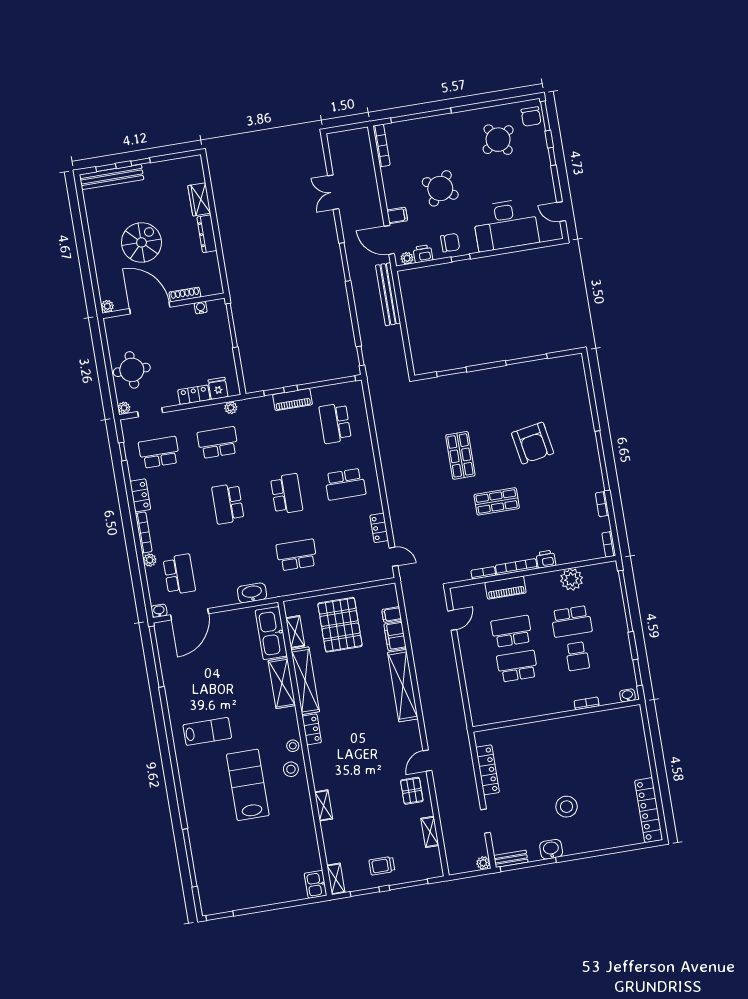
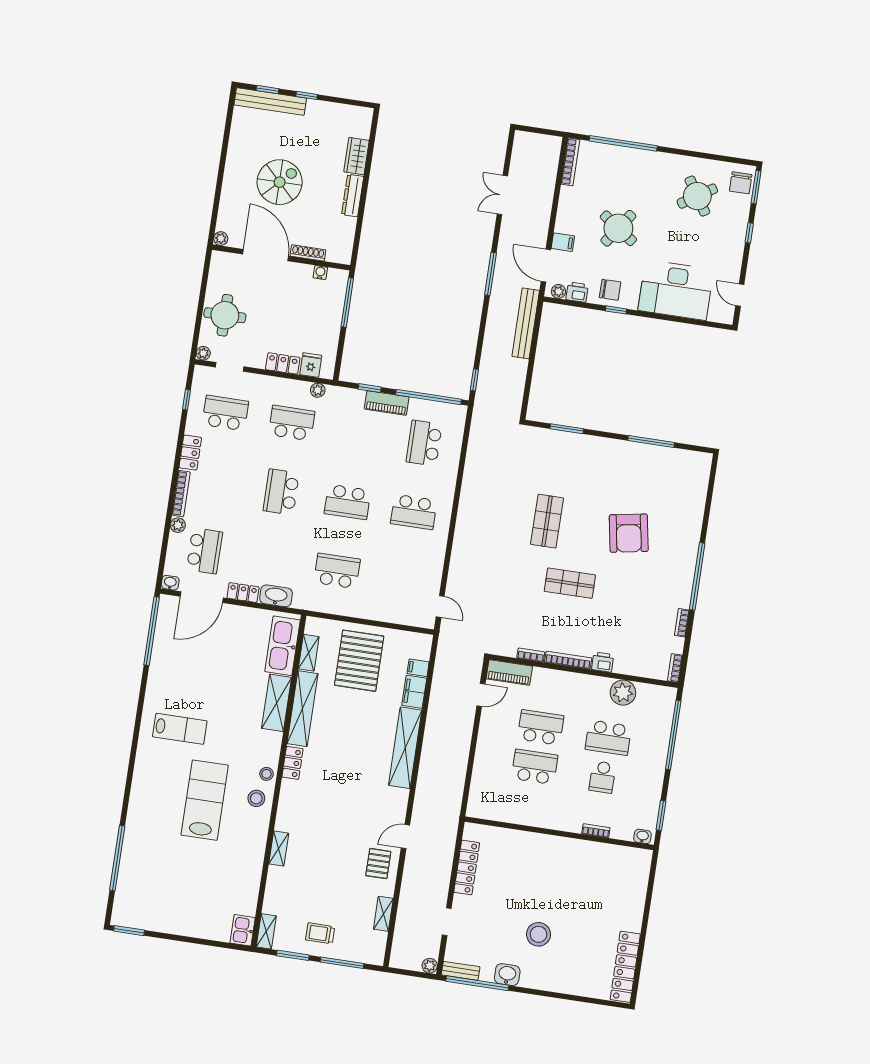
school desk: (287, 494) -> (347, 502), turned 90
locker: (379, 528) -> (243, 593), moved, turned 90
piano: (506, 588) -> (509, 672), moved

